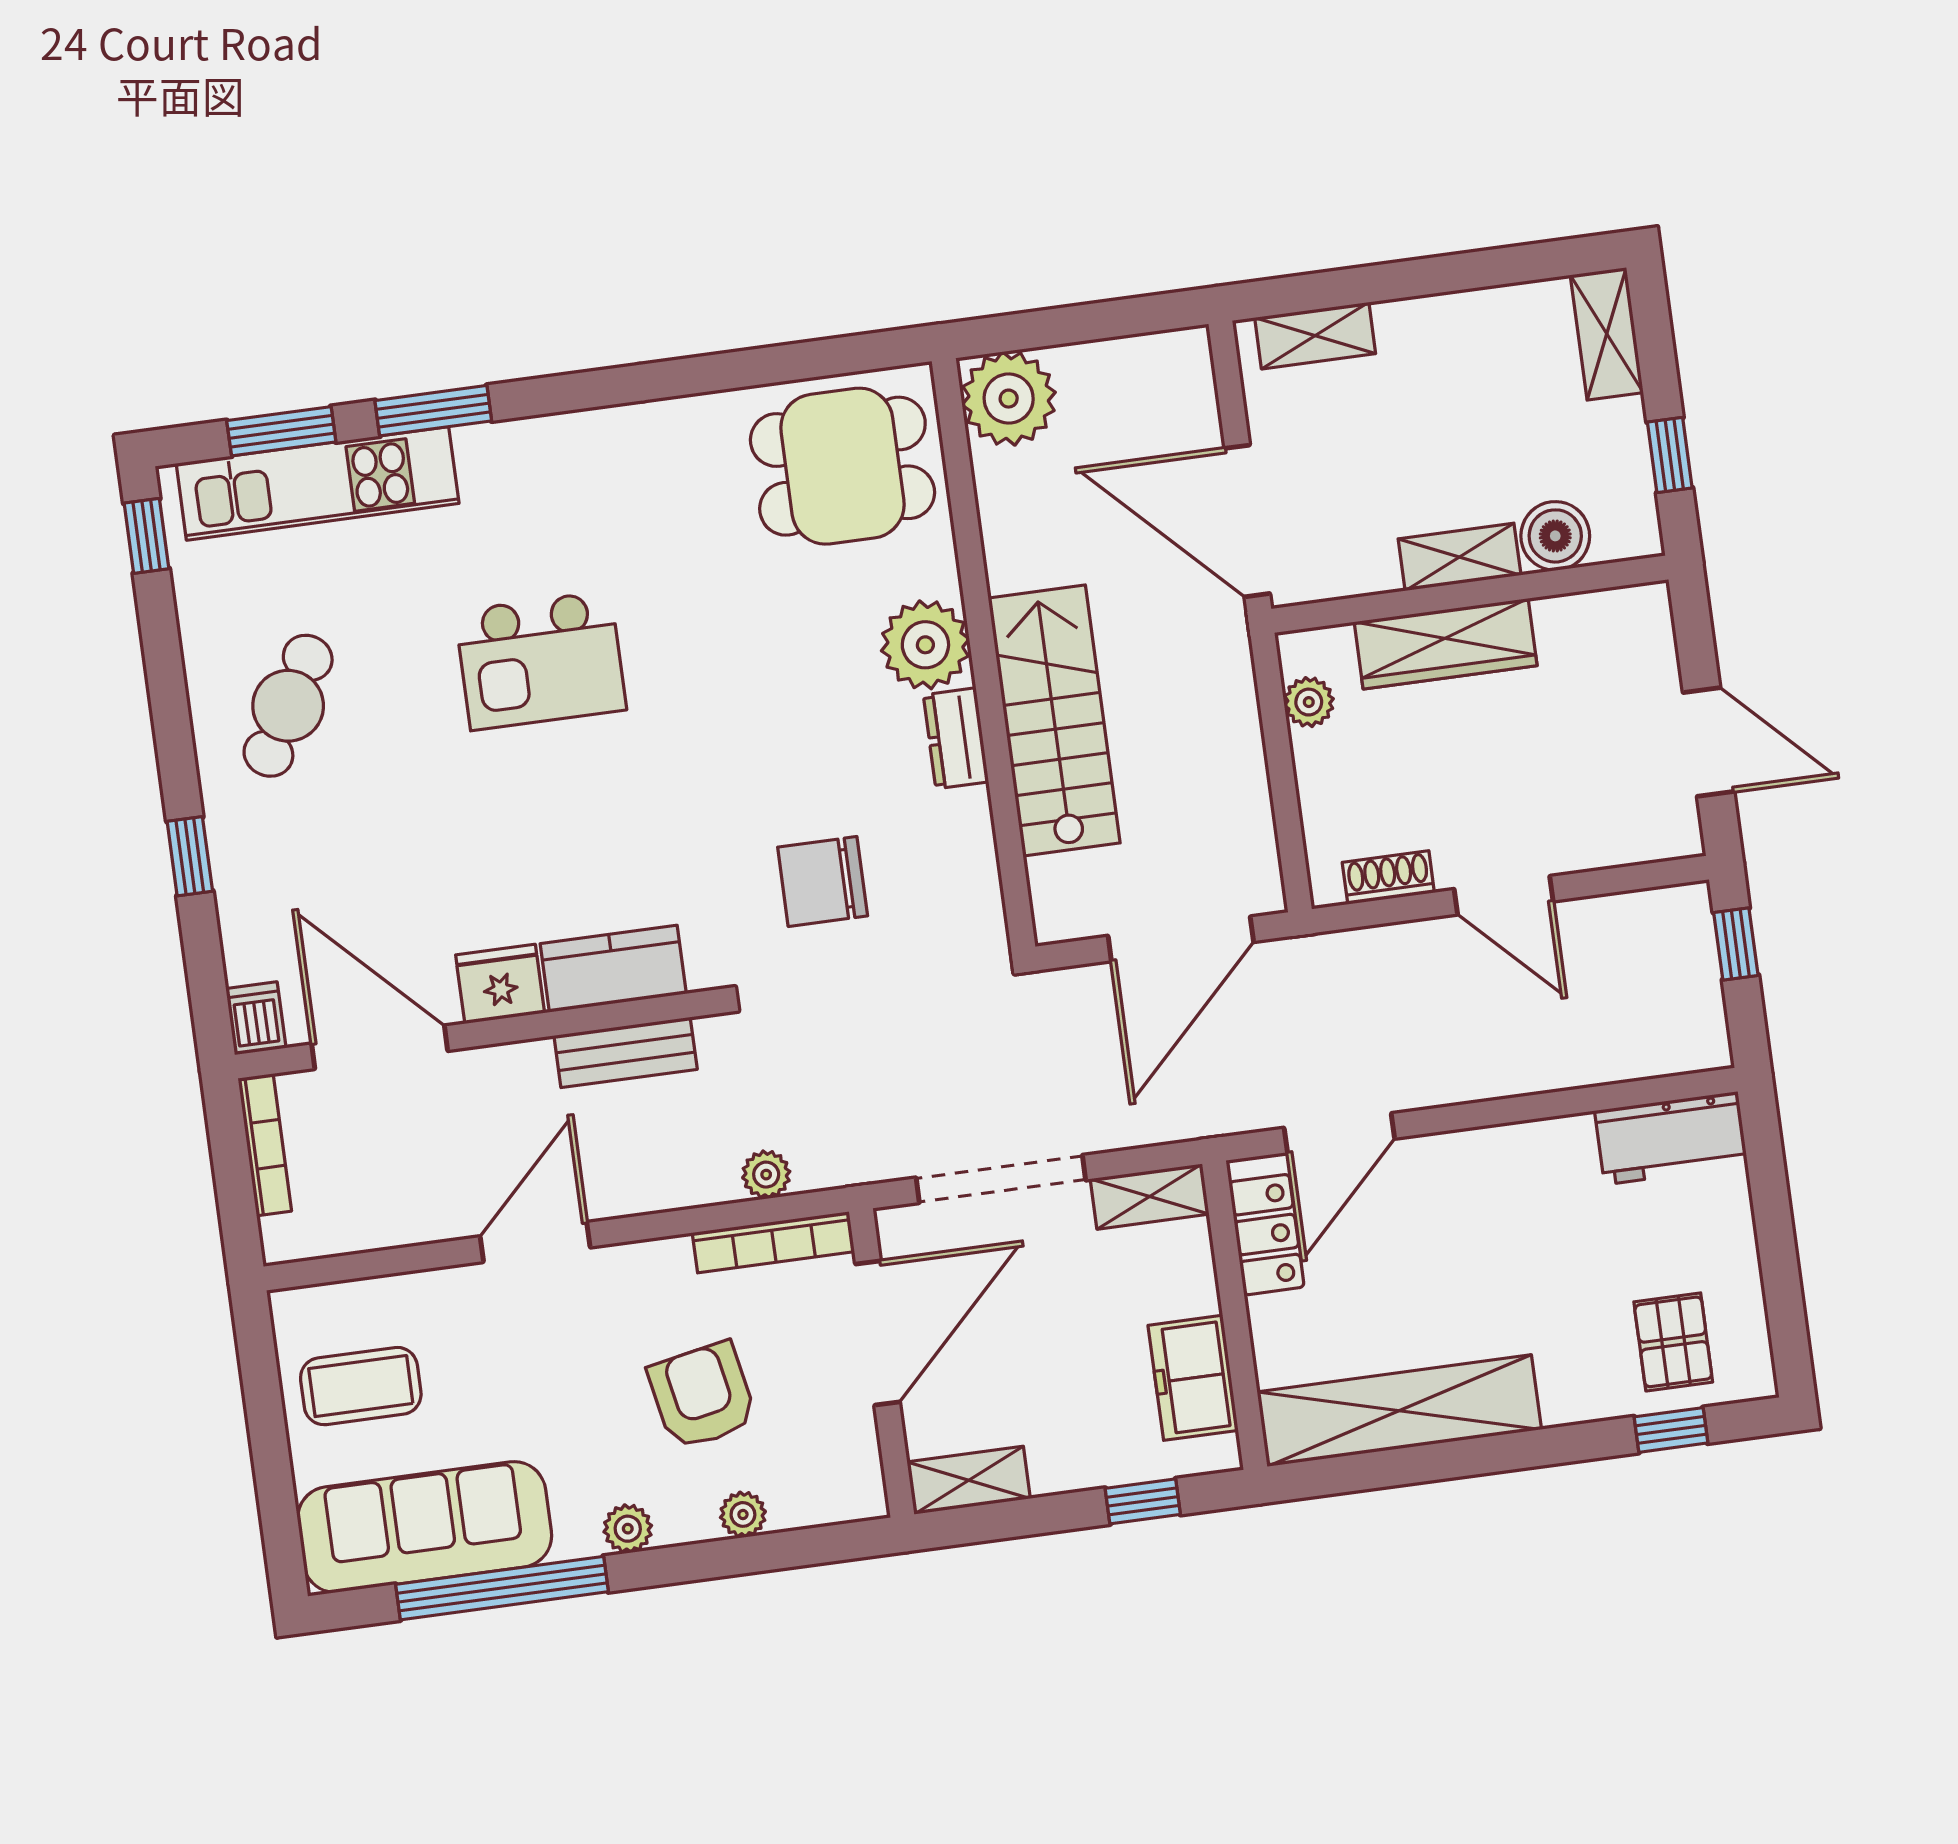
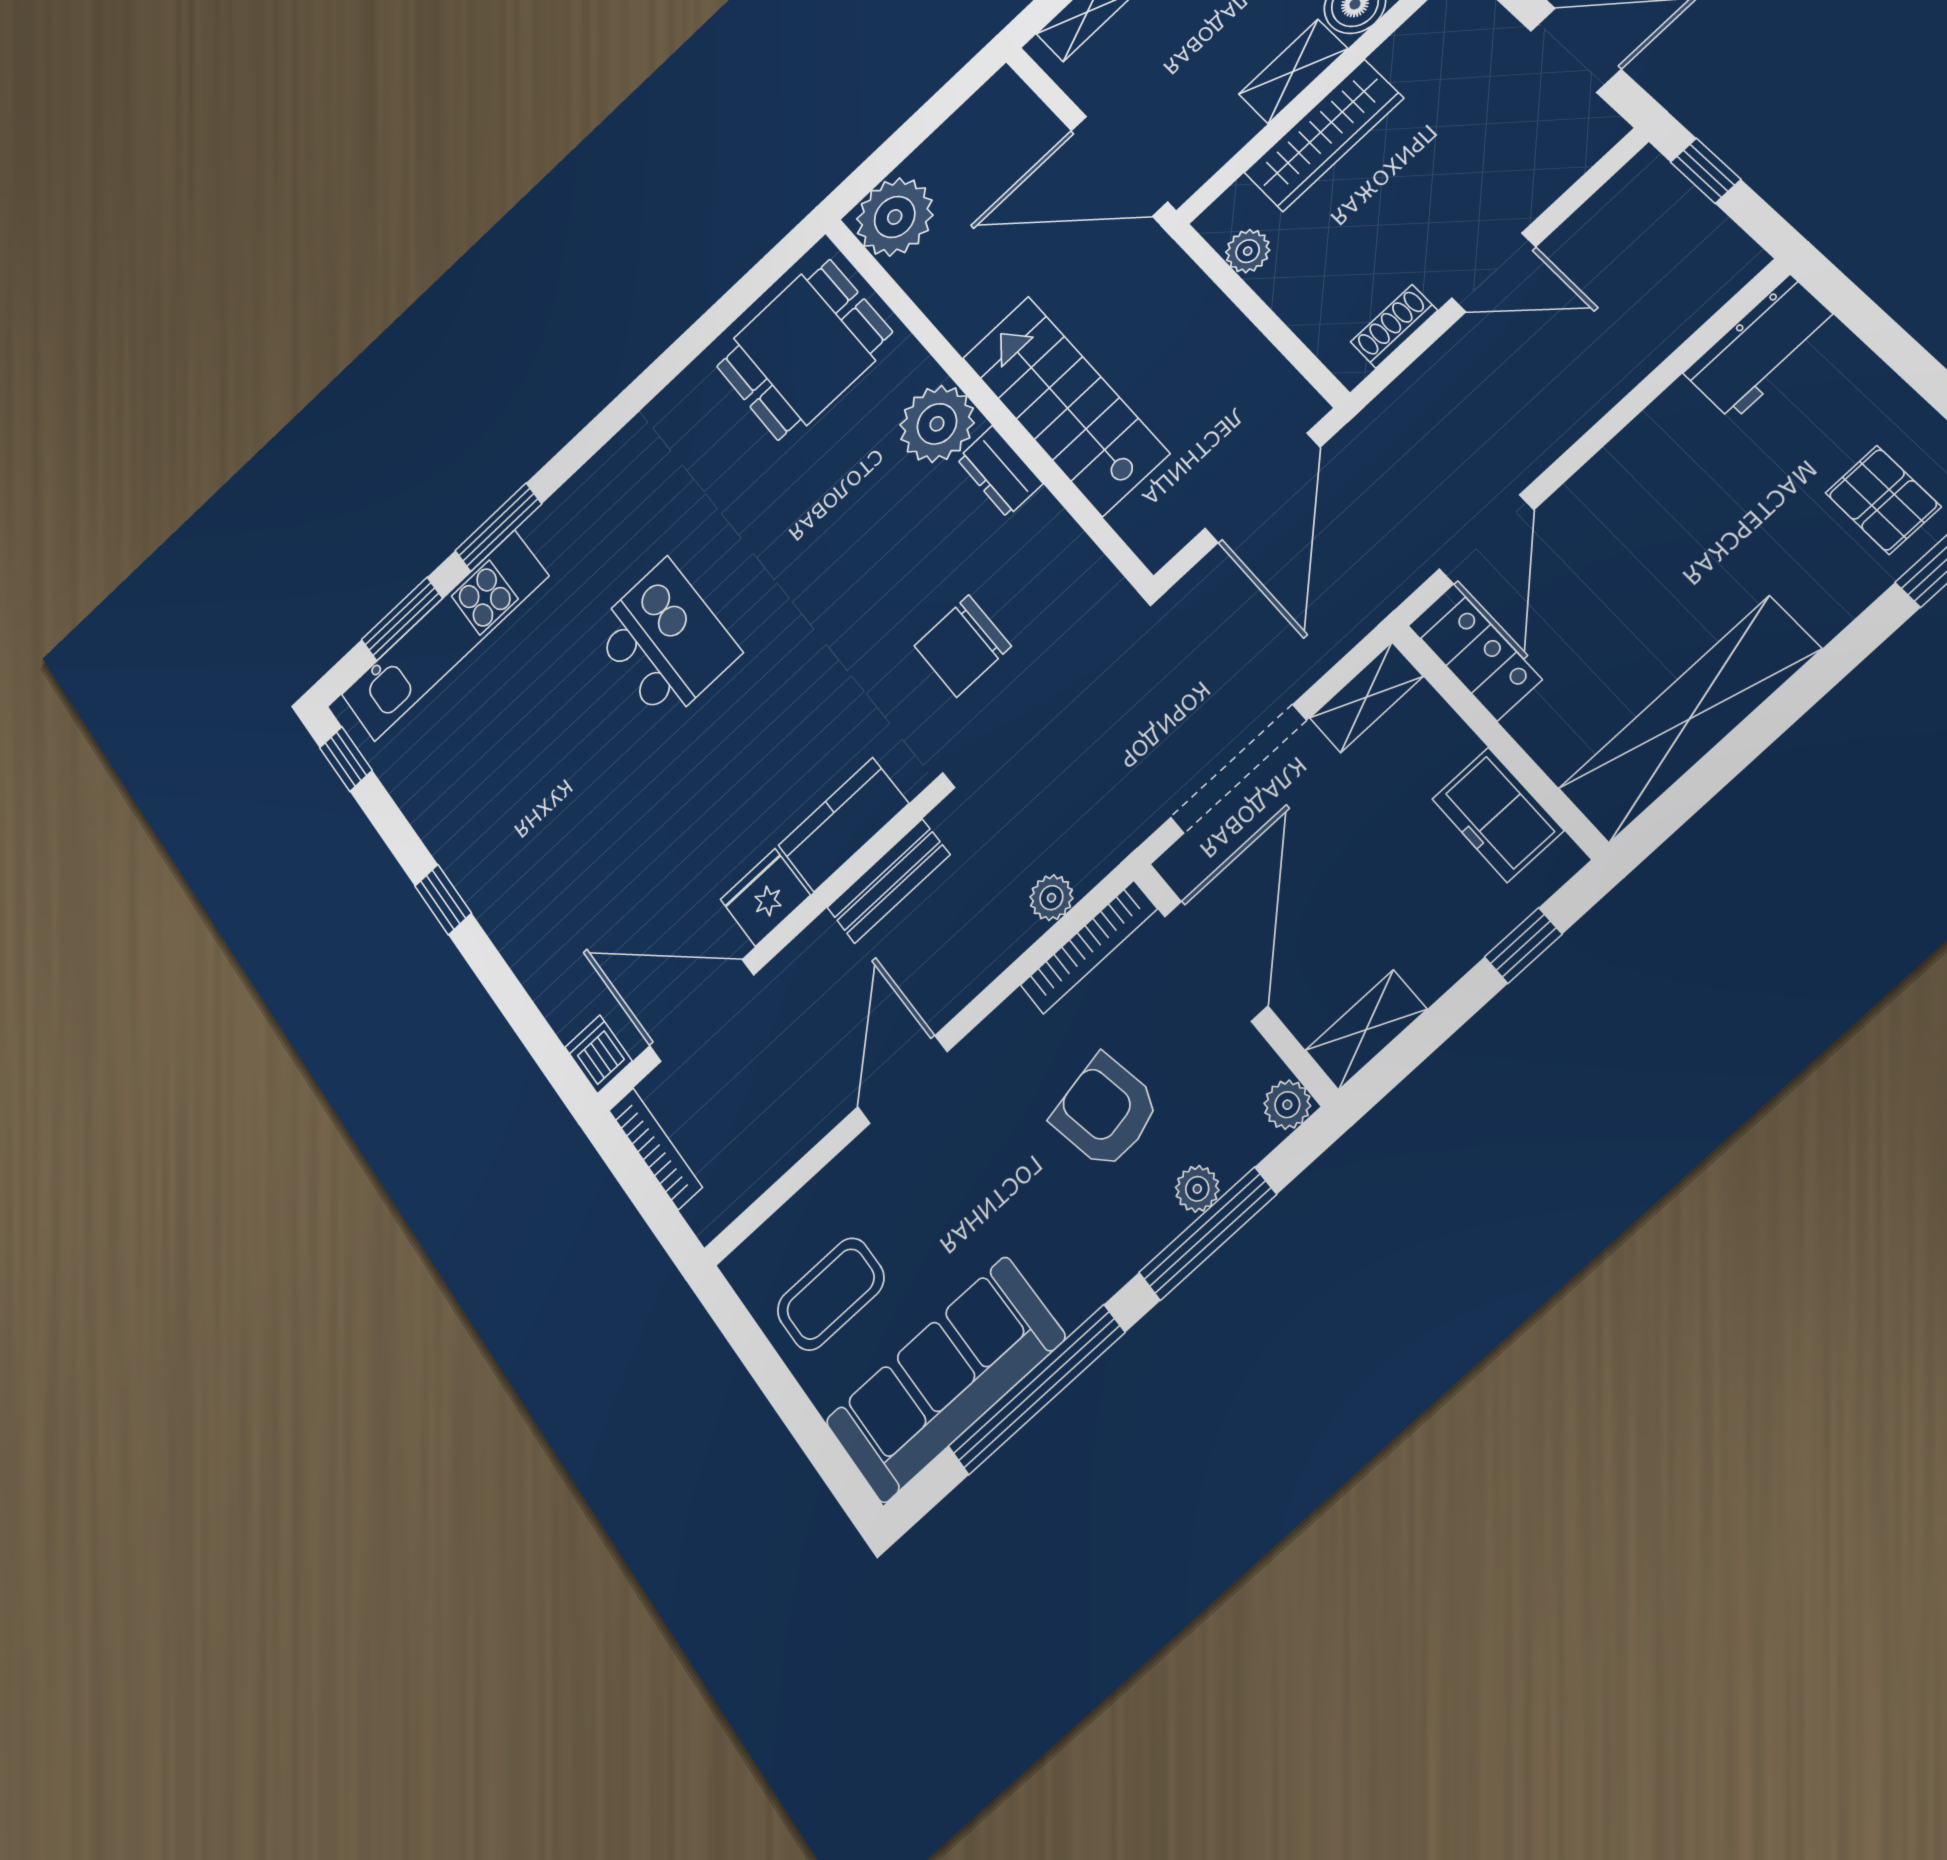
kitchen island: (541, 661) -> (666, 641), turned -90
cafe table: (288, 706) -> (504, 805), removed
window: (190, 856) -> (443, 900), moved
plant: (628, 1529) -> (1287, 1105), moved
window: (729, 1557) -> (1208, 1234), added

